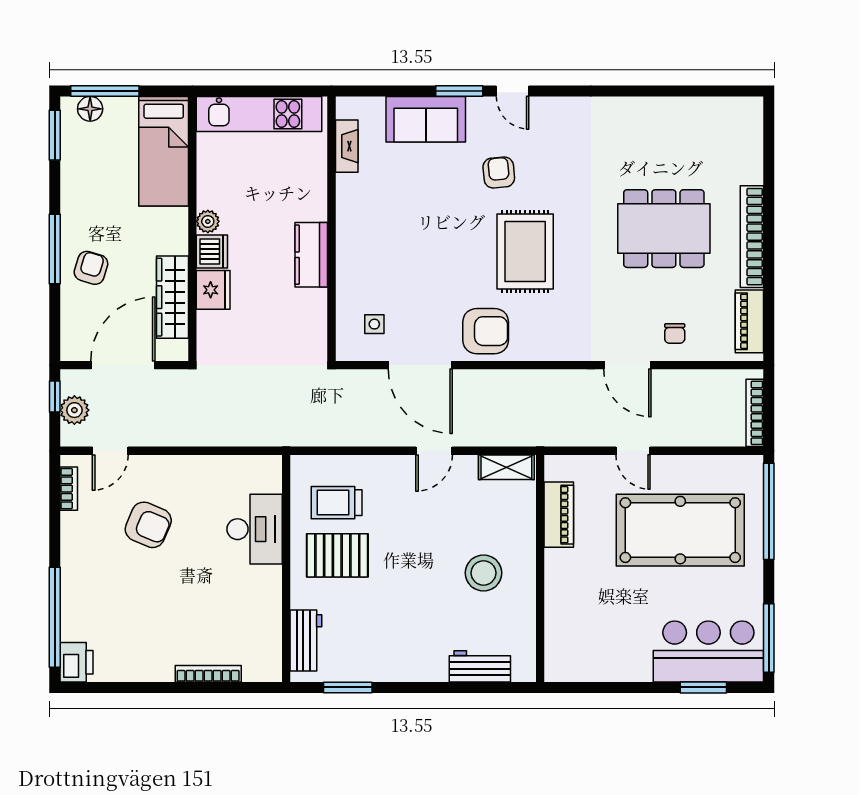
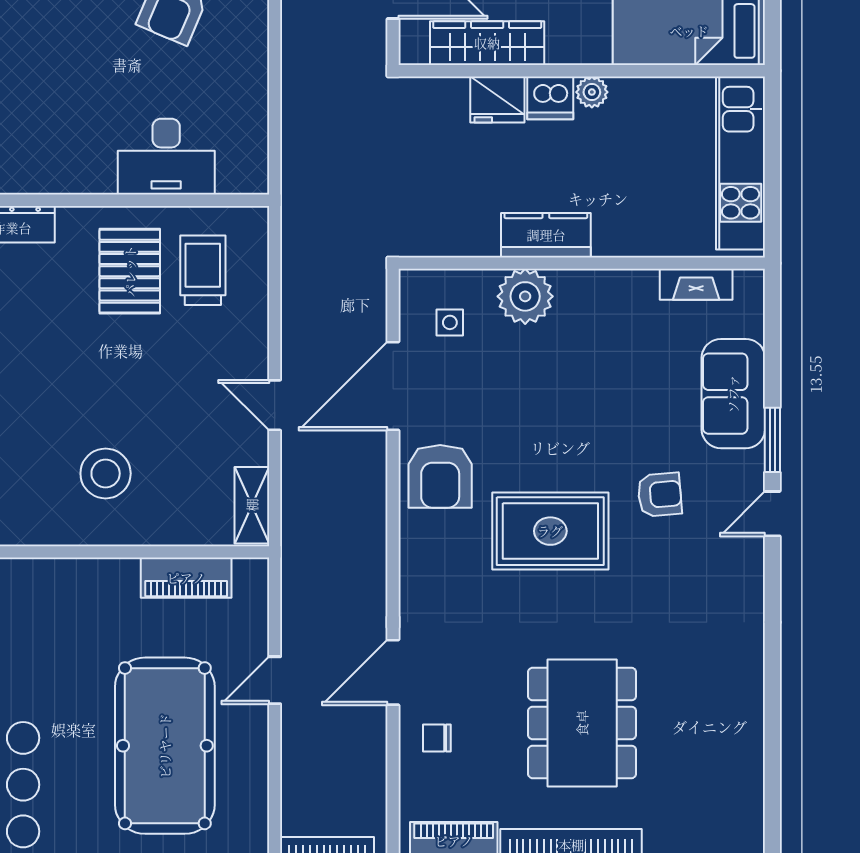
plant: (356, 270) -> (525, 296), added

